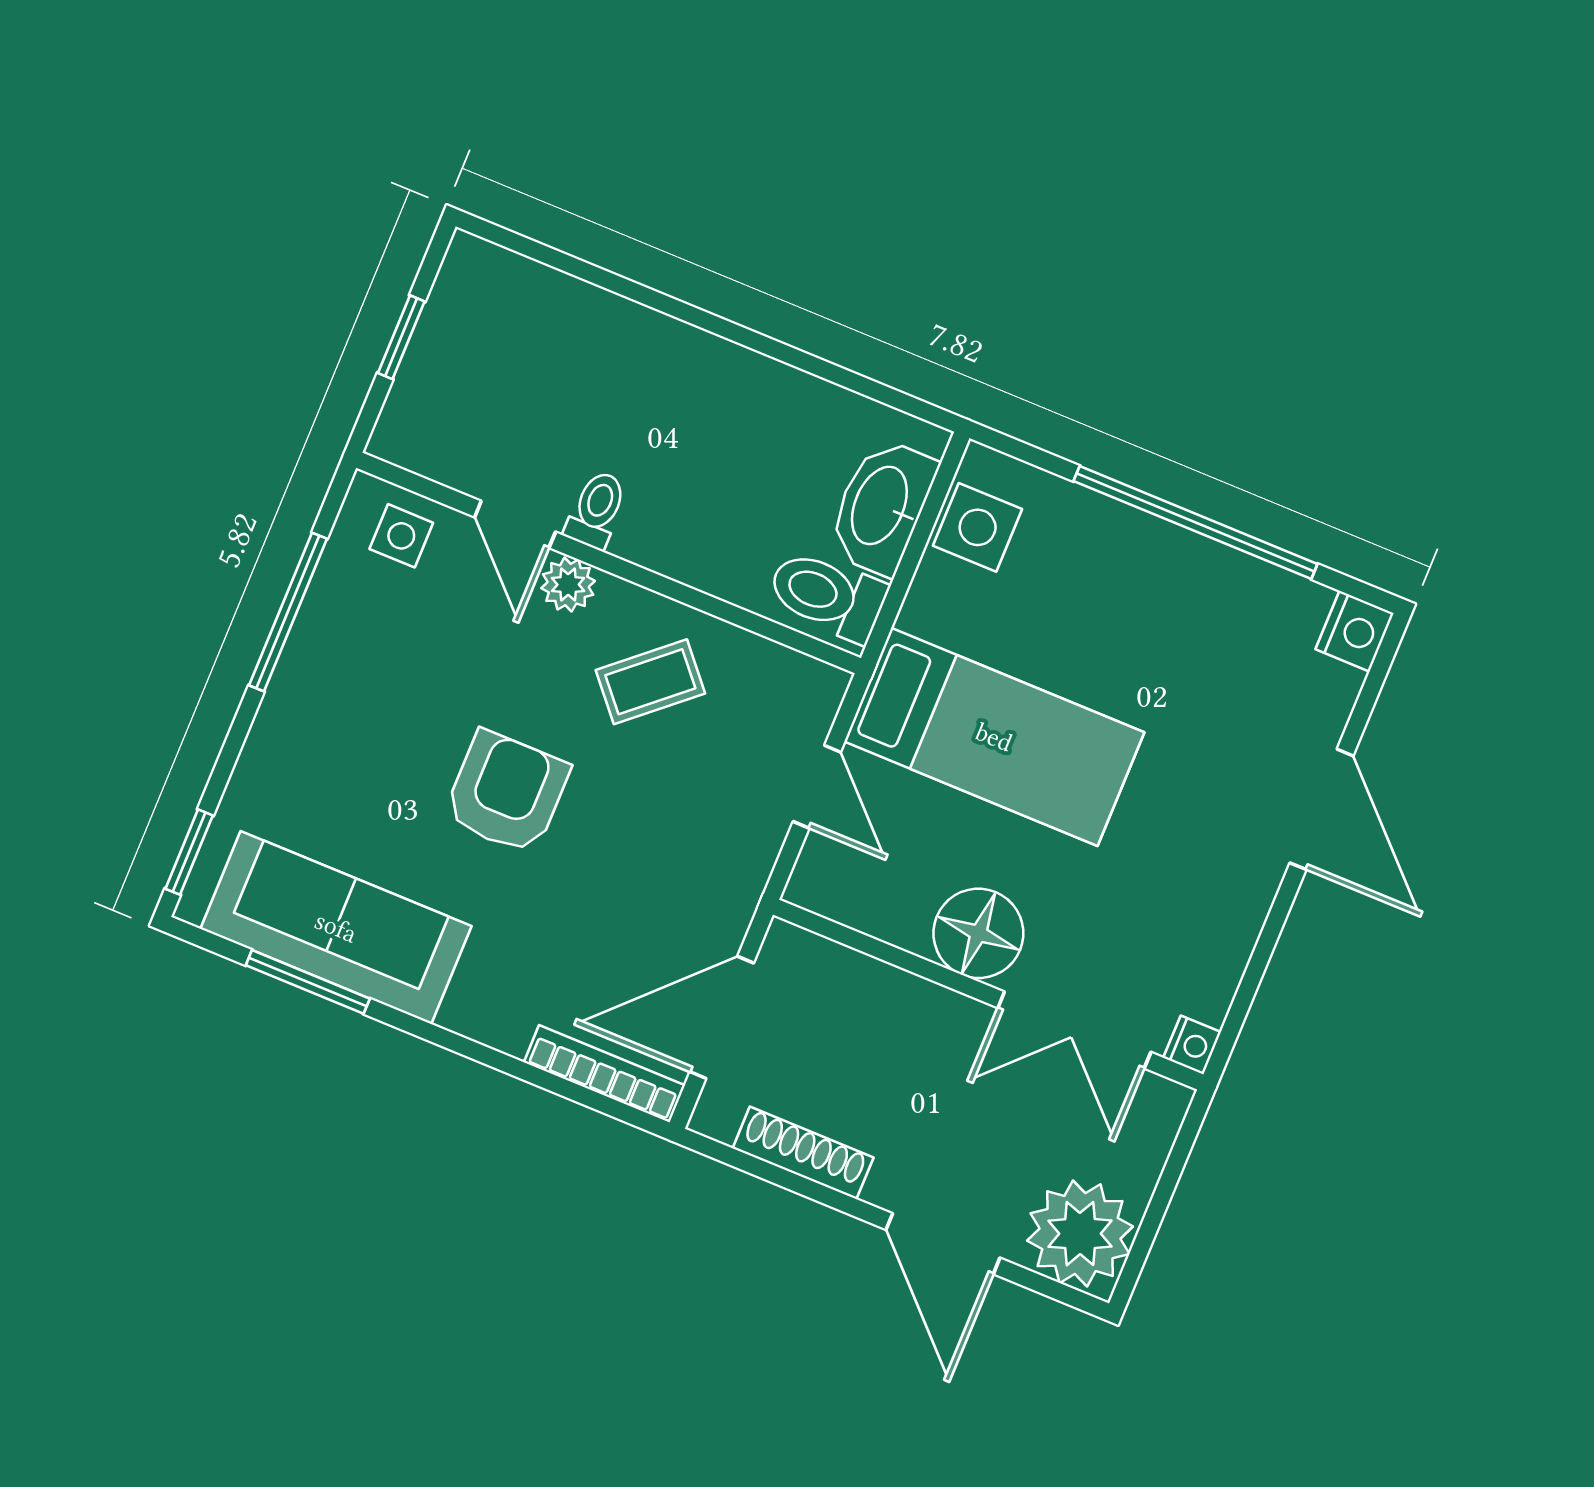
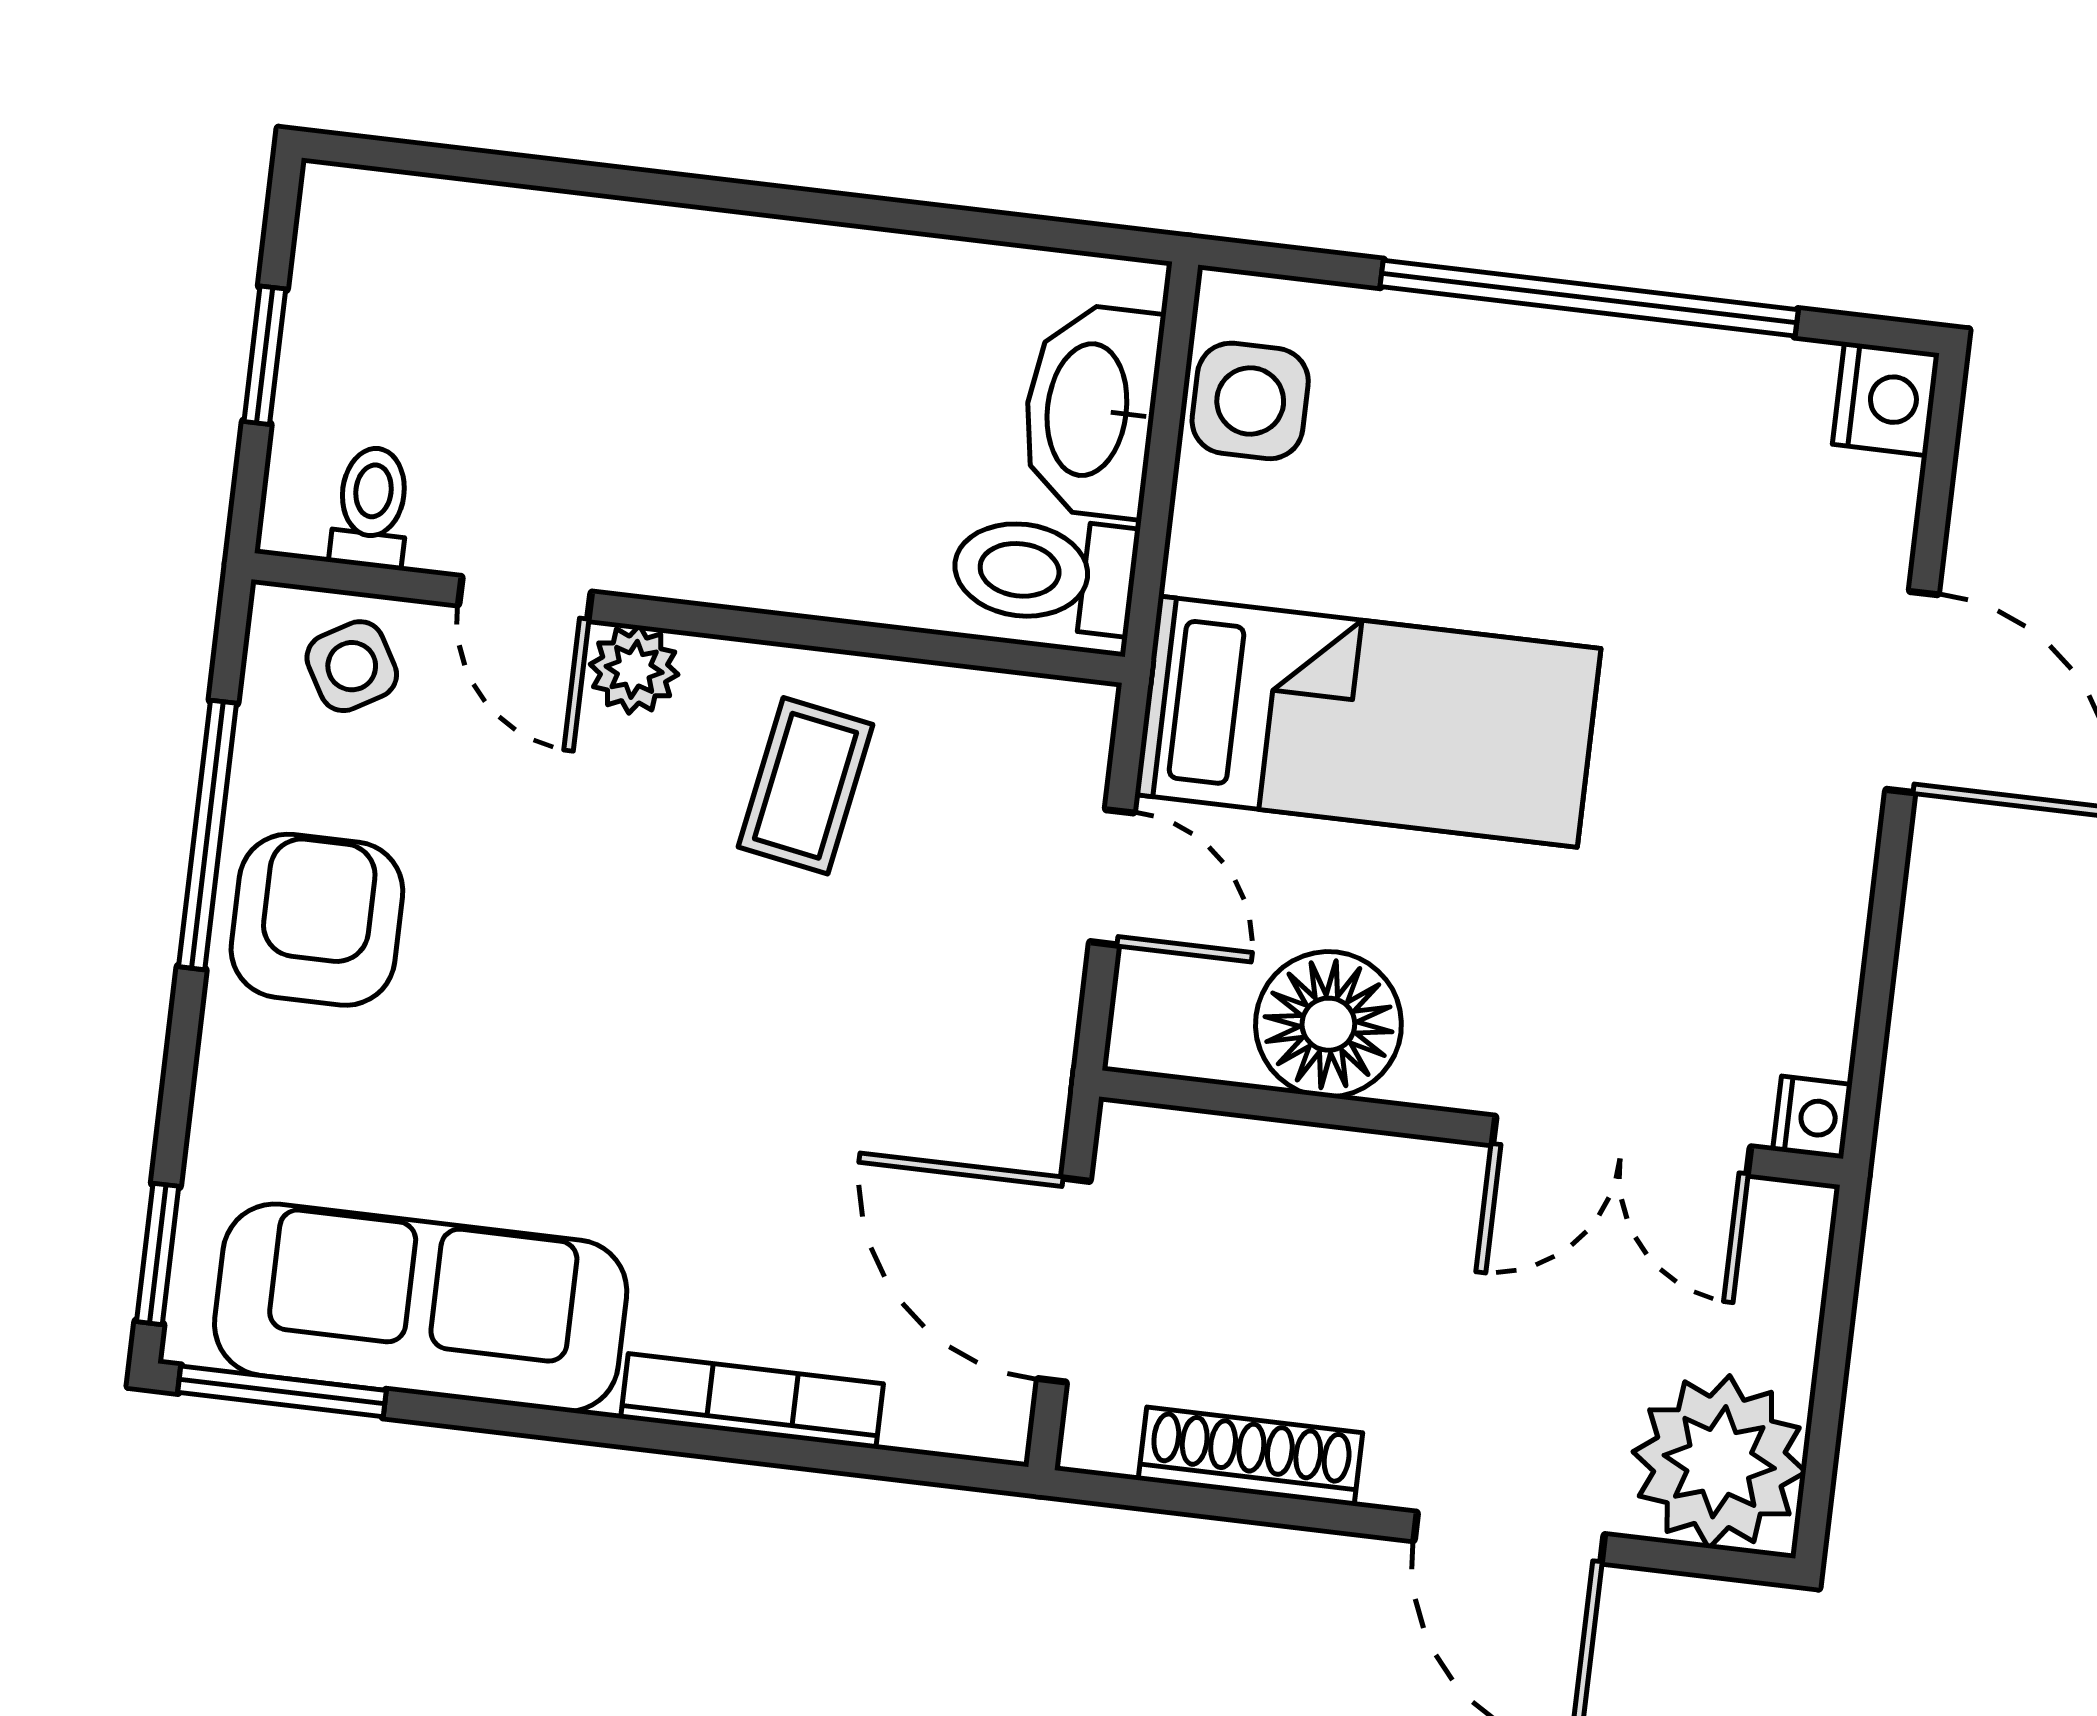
toilet: (596, 510) -> (372, 507), moved
side table: (401, 536) -> (352, 666), turned -30
coffee table: (650, 682) -> (805, 786), turned -39
armchair: (507, 792) -> (317, 920), moved
floor lamp: (978, 933) -> (1328, 1024), moved
window: (308, 982) -> (282, 1391), moved
door: (722, 1017) -> (1064, 1280), hinge flipped
bookcase: (604, 1074) -> (752, 1401), moved

